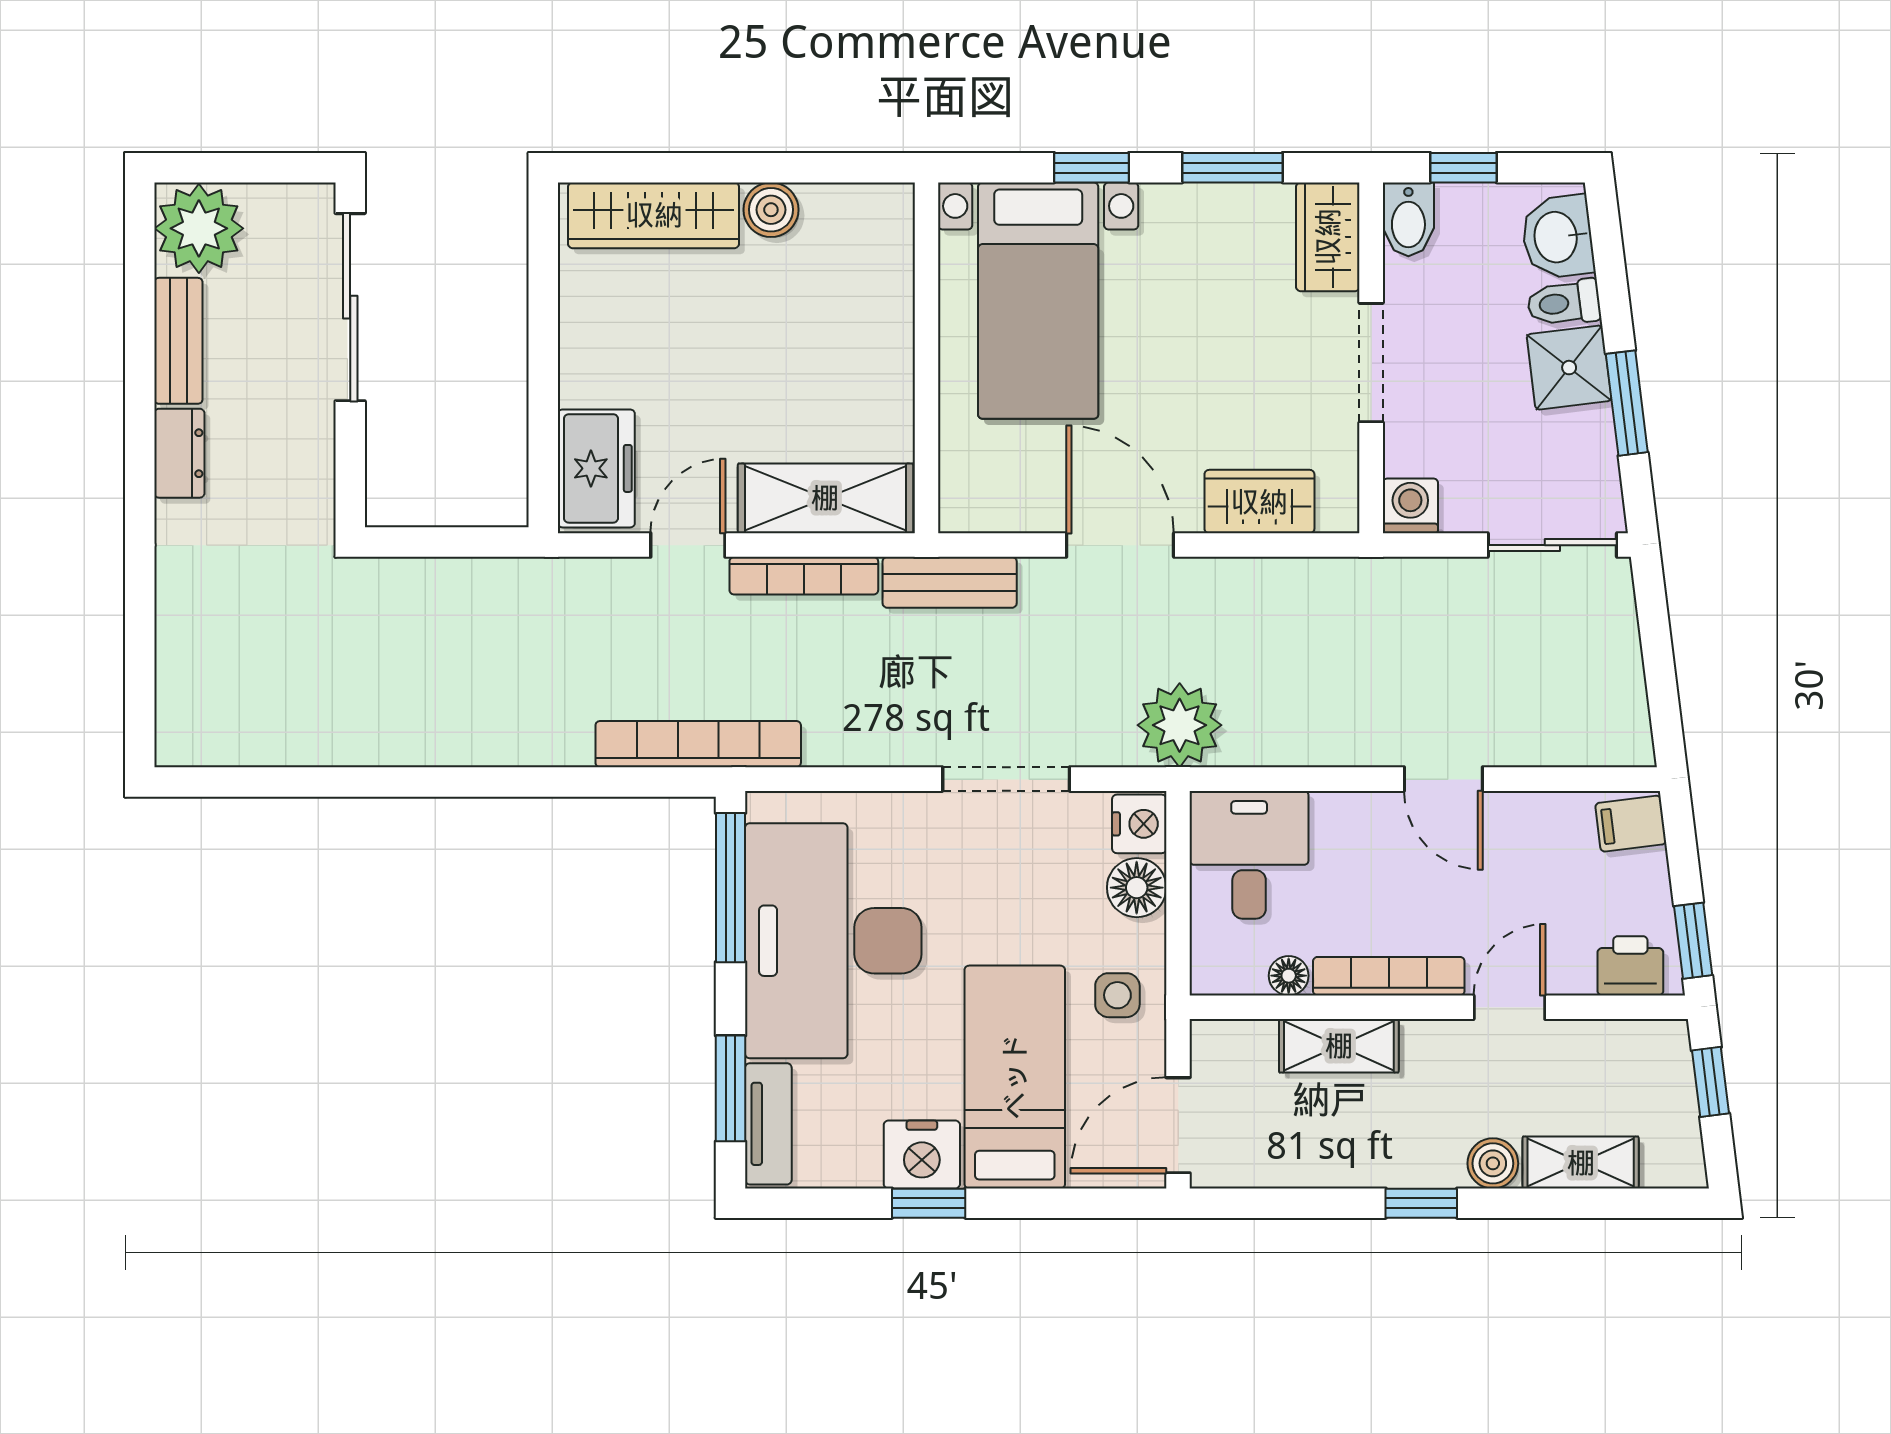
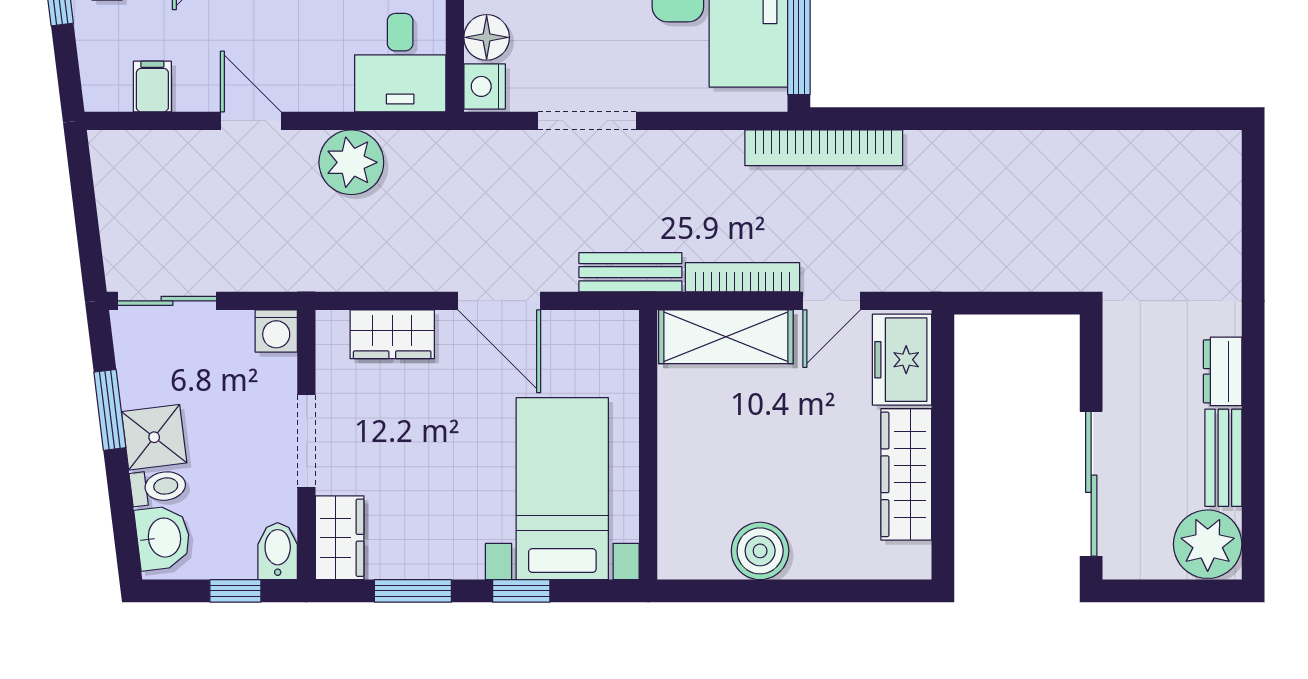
boiler: (771, 210) -> (760, 551), width x1.36, depth x1.36
wardrobe: (654, 215) -> (906, 474), moved, turned -90
plant: (1180, 725) -> (351, 162), moved
filing cabinet: (1631, 824) -> (152, 87), moved, turned -83

